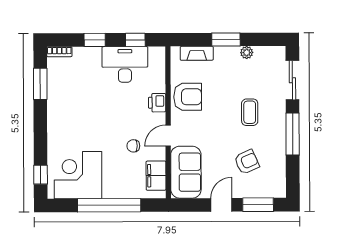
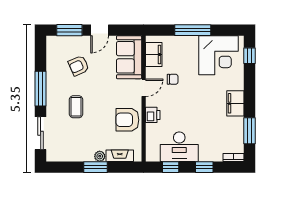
plant: (247, 53) -> (100, 156), moved
filing cabinet: (57, 117) -> (235, 103), added
window: (109, 205) -> (193, 30), width x0.68

